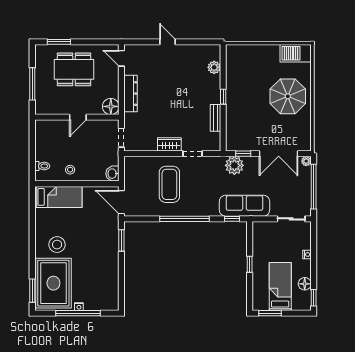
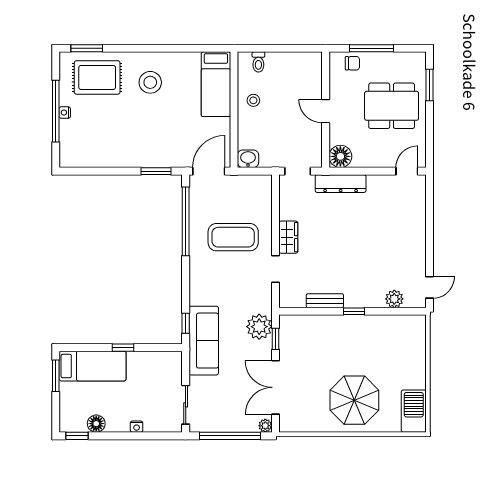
door: (167, 42) -> (430, 287), moved
dining table: (74, 69) -> (392, 106), turned 90
dresser: (130, 94) -> (341, 184), moved
chair: (43, 98) -> (352, 63), added
window: (184, 219) -> (186, 221), moved
rug: (53, 283) -> (97, 77), width x0.73, depth x0.69
bed: (280, 286) -> (93, 366), moved

